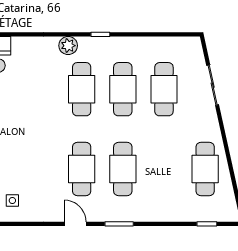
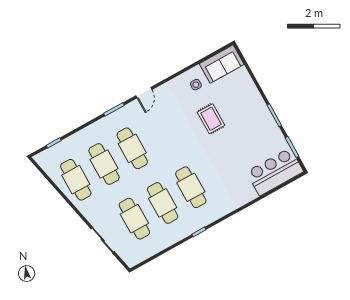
plant: (68, 46) -> (217, 212), removed
rug: (17, 153) -> (211, 119), added
cafe table: (82, 169) -> (104, 164), moved
door: (75, 224) -> (144, 93), hinge flipped

